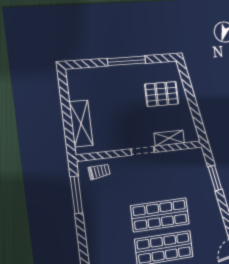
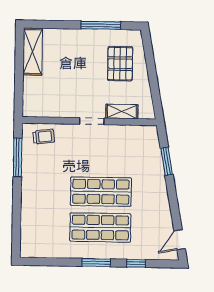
window: (126, 61) -> (101, 25), moved
pallet: (162, 94) -> (120, 64), turned 90
shelving: (81, 124) -> (33, 52), moved

